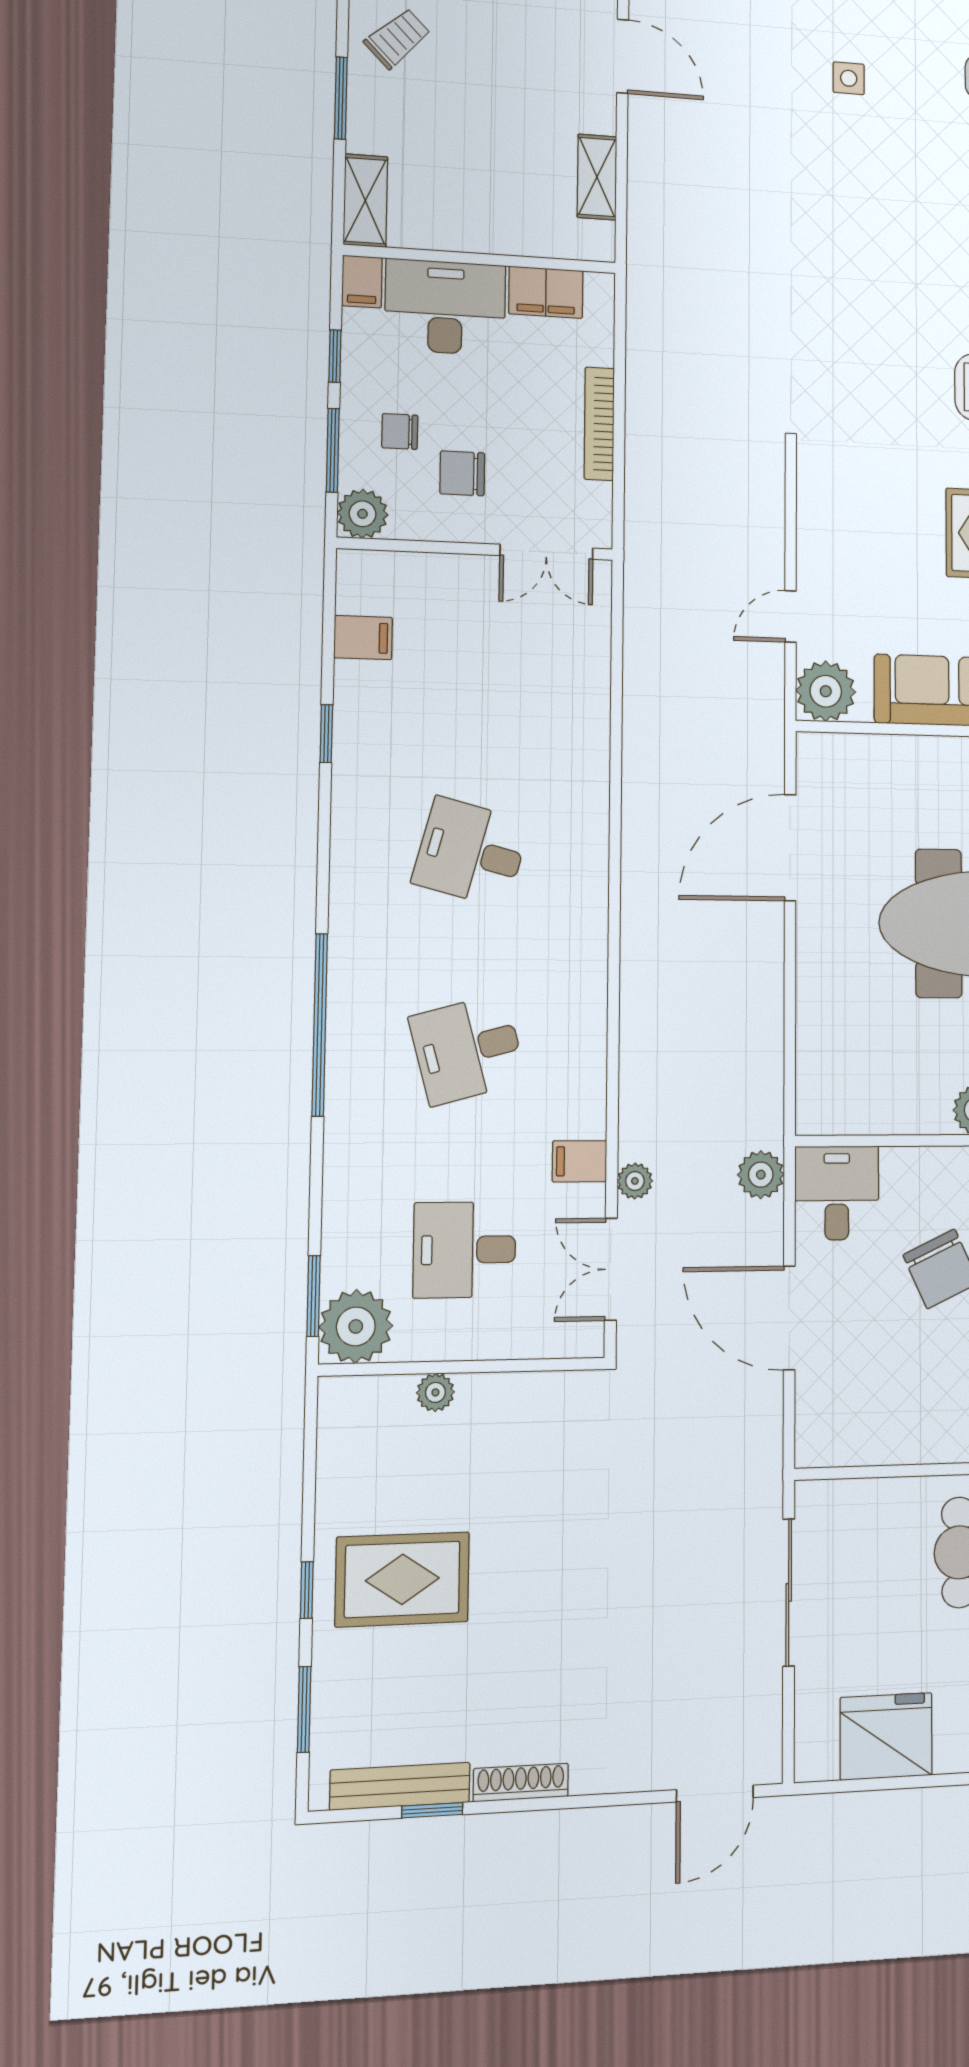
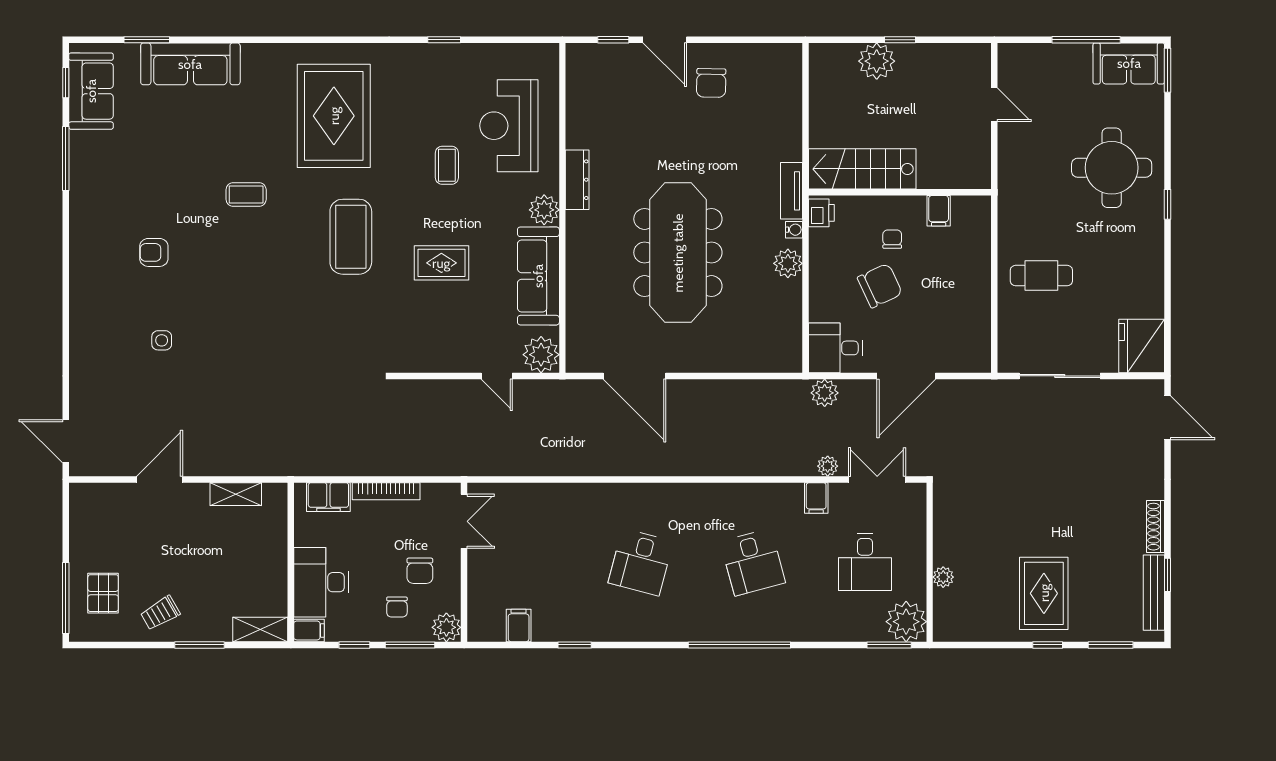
trolley: (397, 38) -> (160, 613), turned -76
filing cabinet: (546, 292) -> (328, 497), moved, turned 90
double door: (611, 1269) -> (877, 479), swing flipped
fridge: (886, 1736) -> (1142, 346), moved

